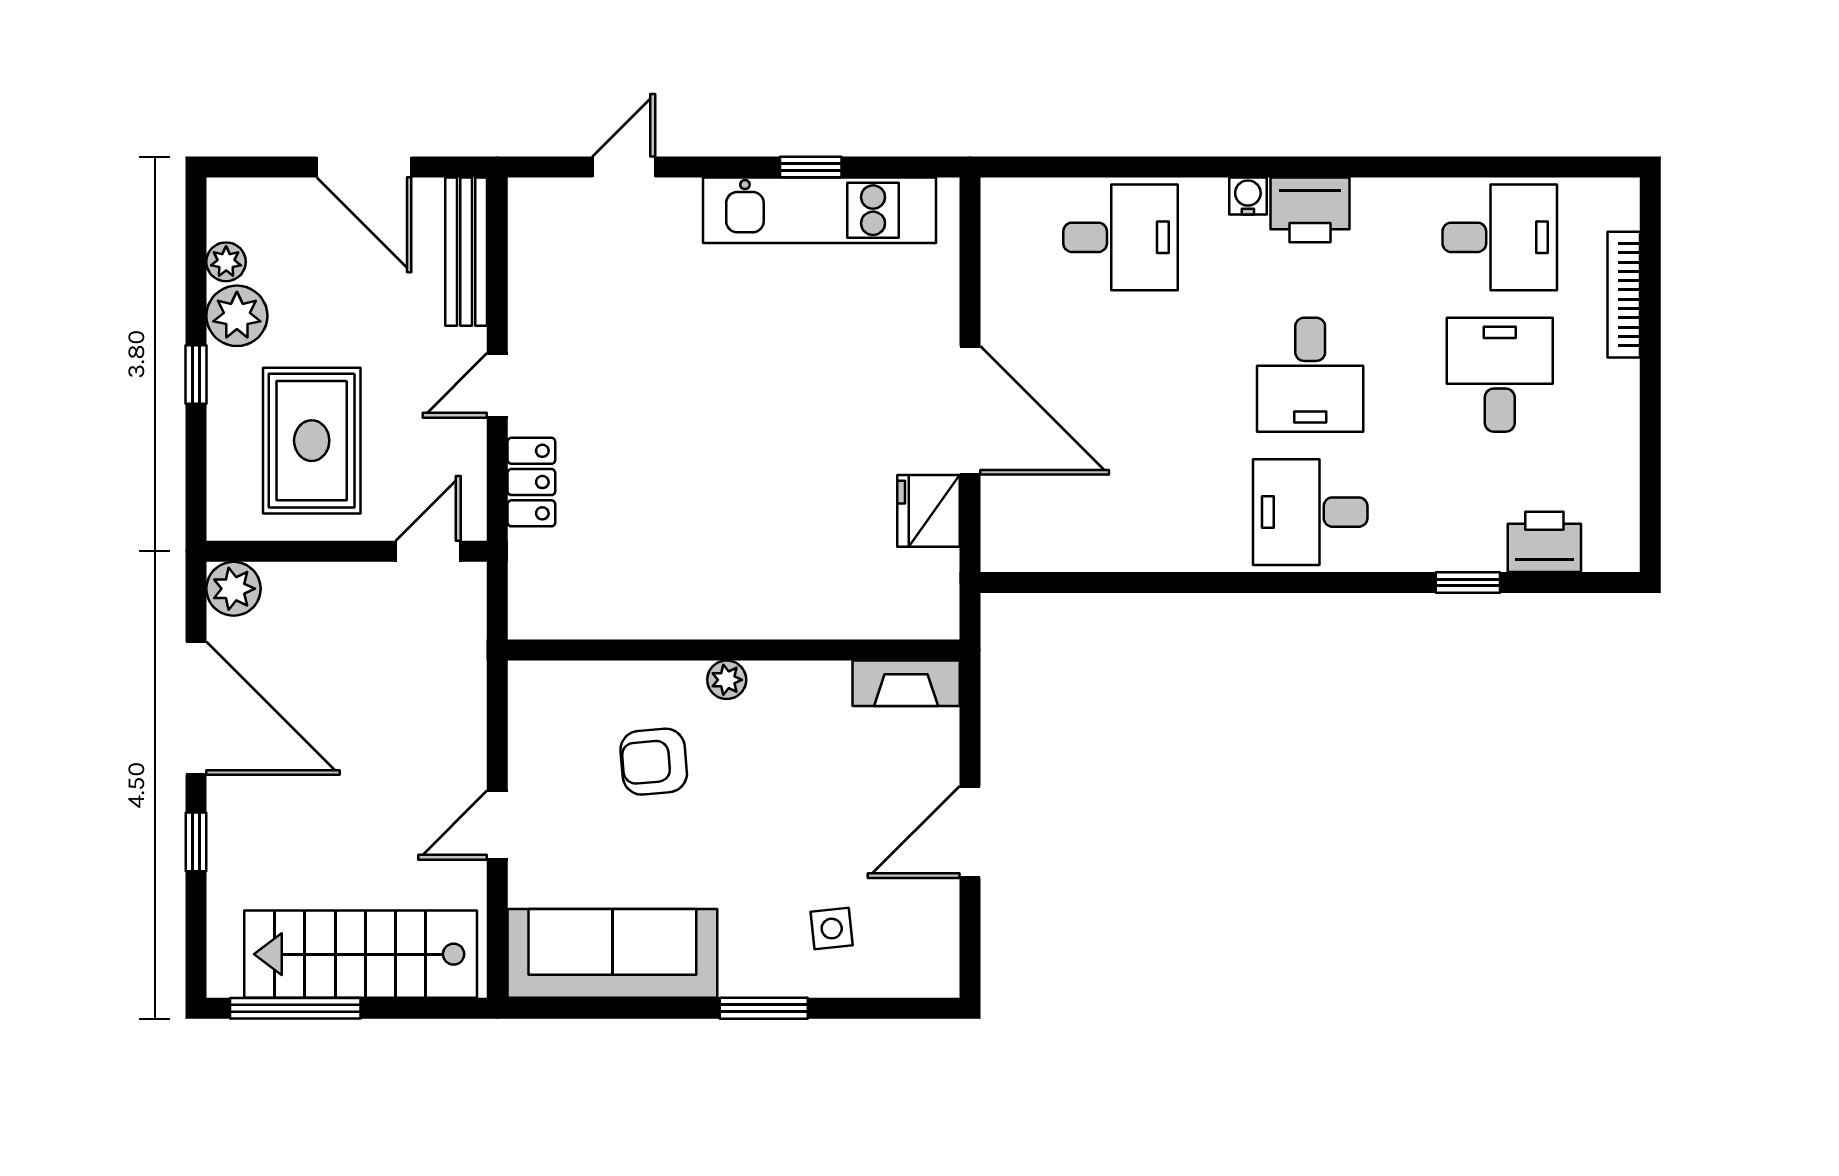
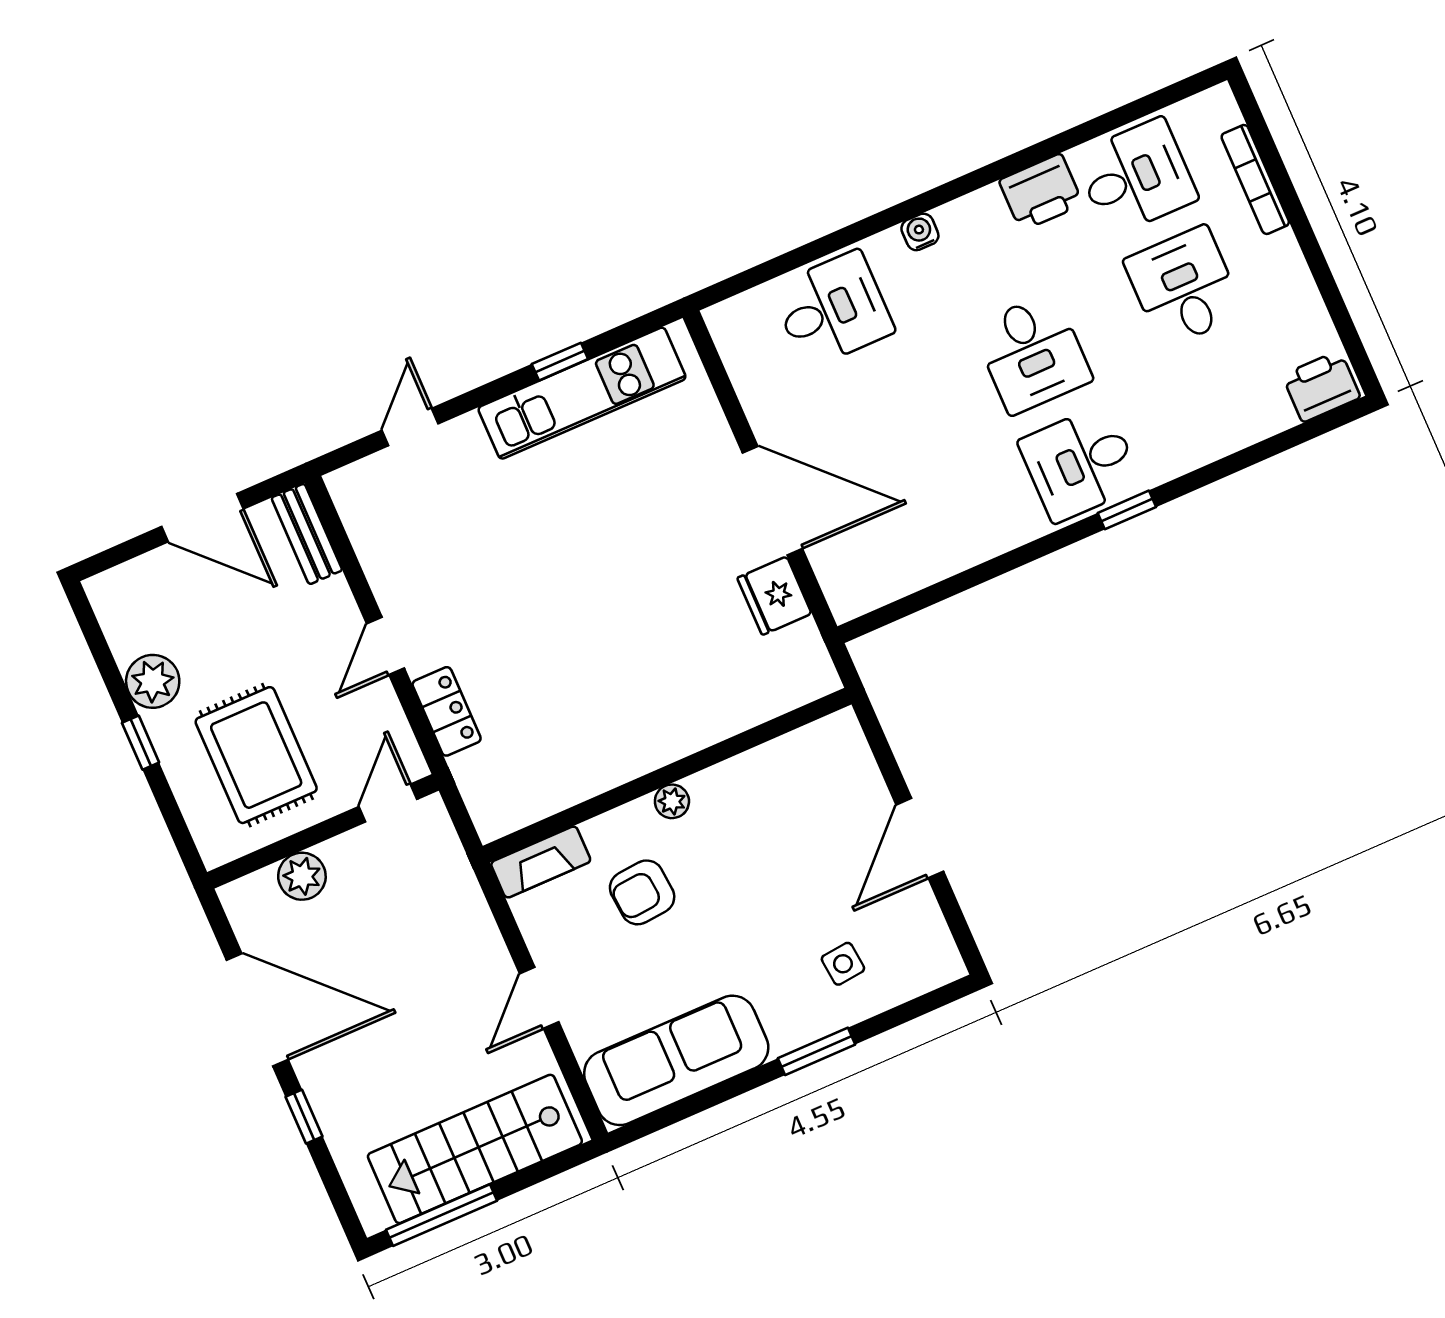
printer: (1310, 210) -> (1041, 192), moved
bench: (466, 252) -> (307, 534), width x0.73
plant: (226, 262) -> (125, 642), removed
printer: (1544, 542) -> (1321, 386), moved
window: (1468, 582) -> (1127, 510), moved
plant: (234, 589) -> (302, 876), moved
fireplace: (906, 683) -> (541, 862), moved

